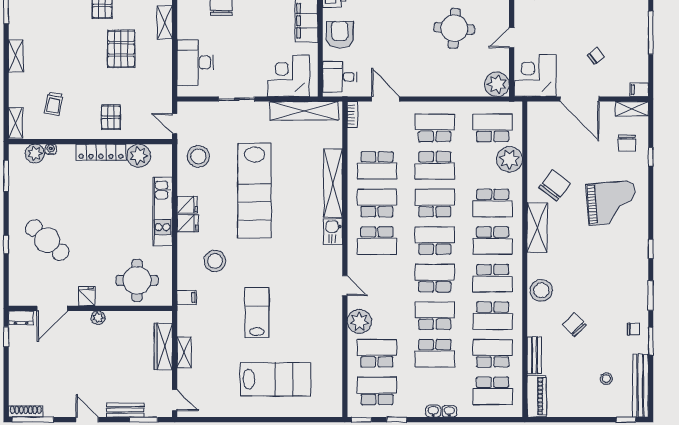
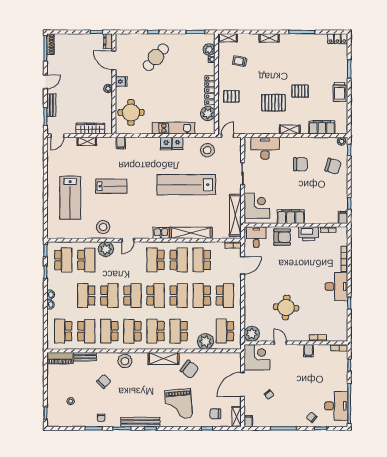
school desk: (493, 128) -> (225, 331), turned 180
stool: (215, 261) -> (103, 227), moved
bench: (640, 386) -> (140, 422), moved

